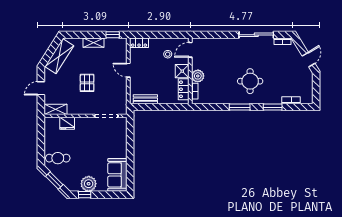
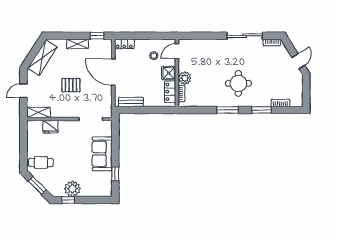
door: (128, 70) -> (113, 72), width x1.87
pallet: (87, 83) -> (71, 85), turned 90
window: (130, 169) -> (115, 174), added
sofa: (117, 175) -> (102, 154), moved

